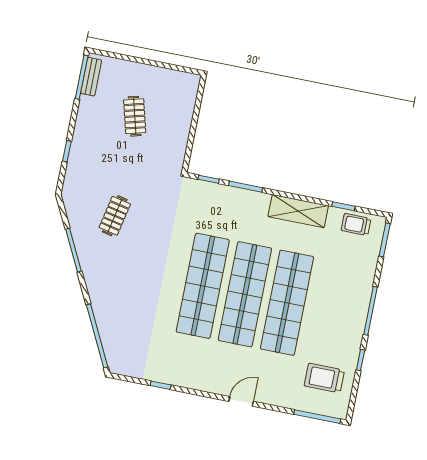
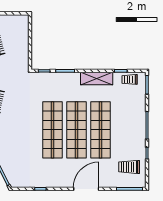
door: (241, 401) -> (86, 189), width x1.88

